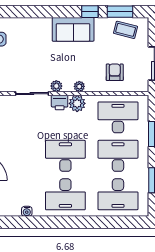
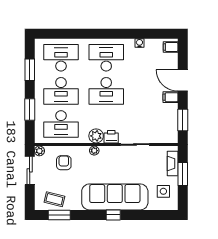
window: (90, 12) -> (113, 215), moved
sofa: (73, 29) -> (115, 197), width x1.85, depth x1.27
armchair: (115, 72) -> (64, 163), turned 180
plant: (56, 86) -> (39, 151), moved

